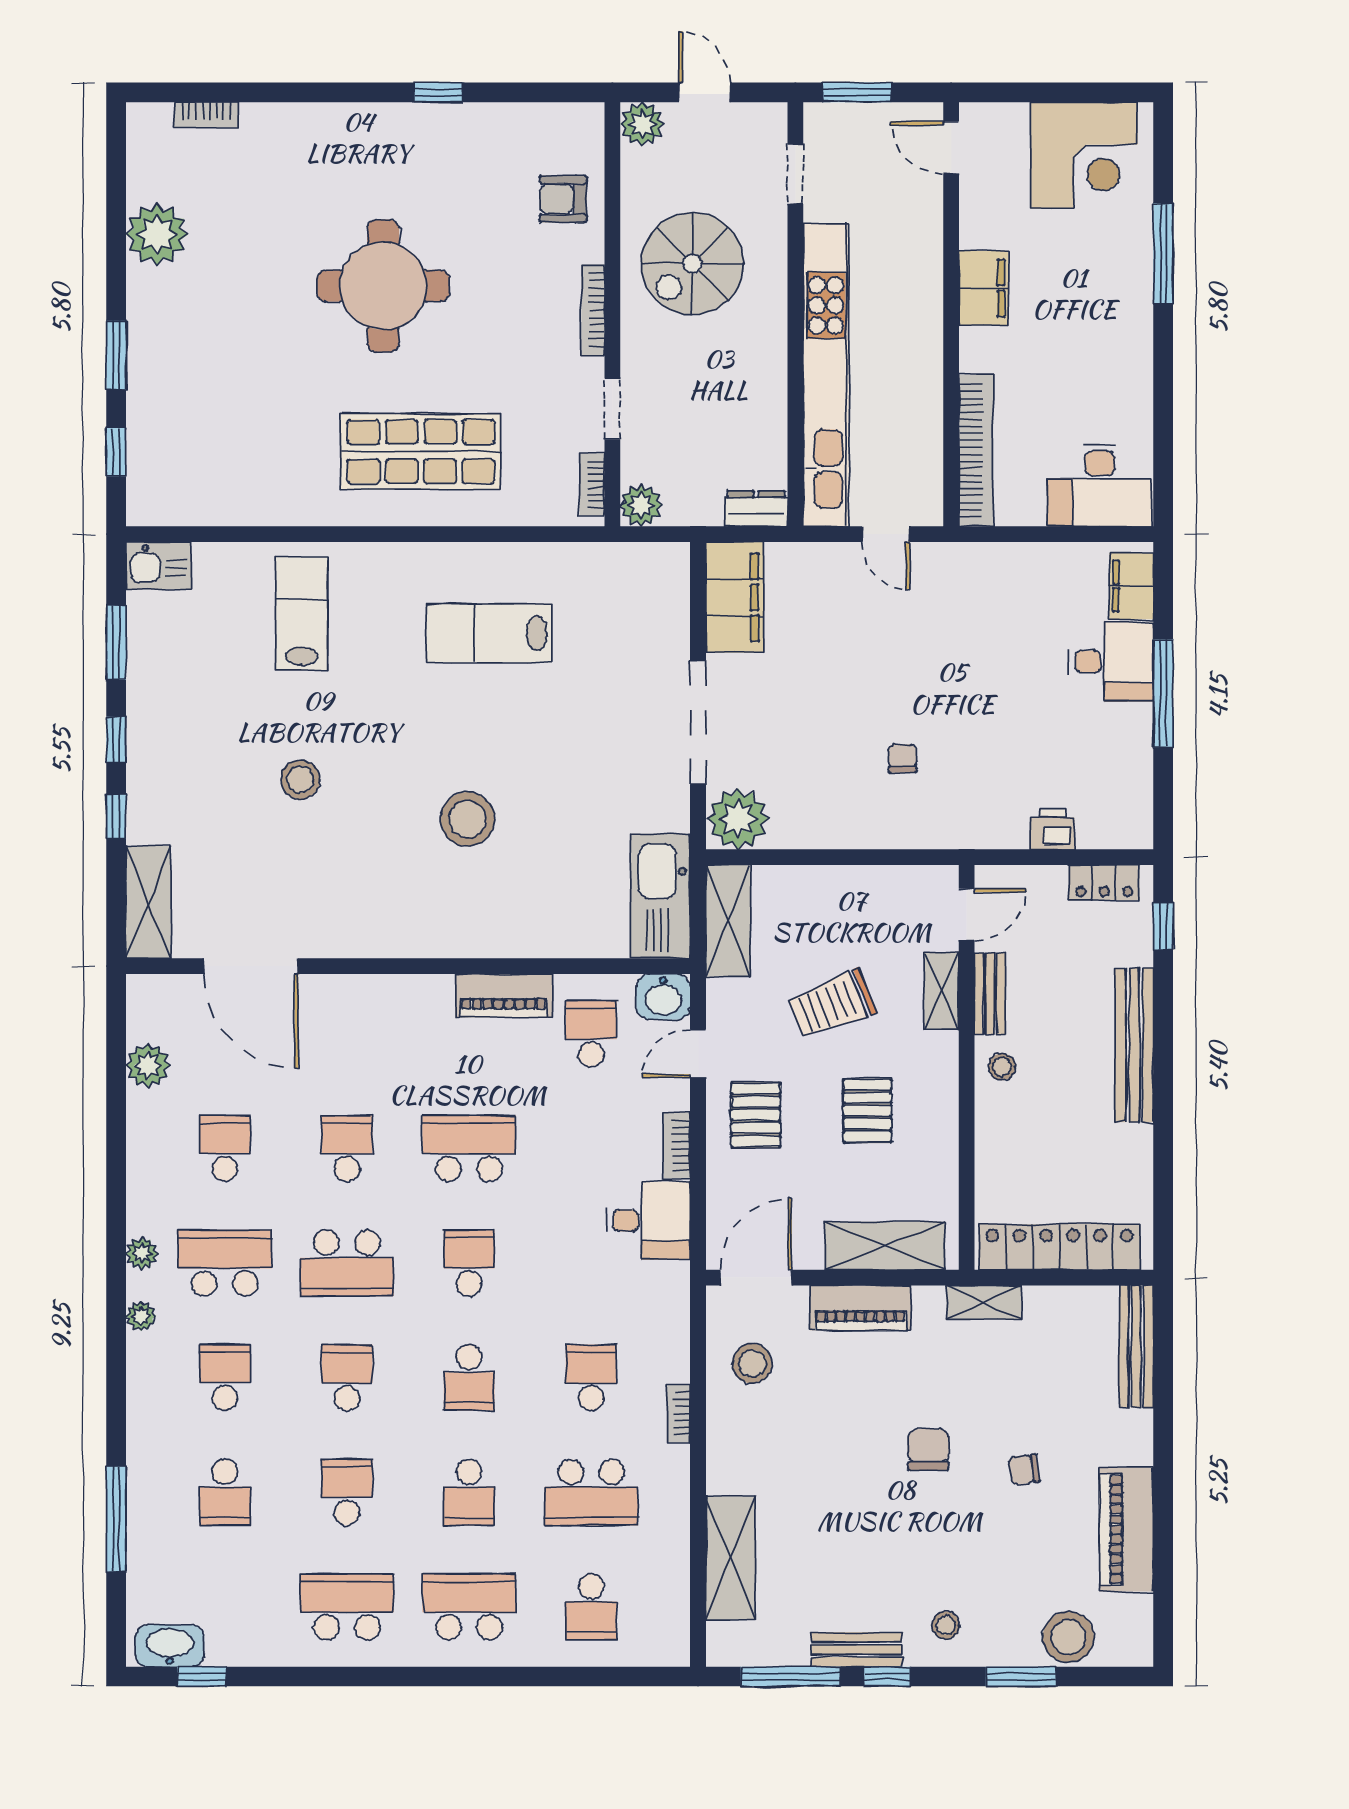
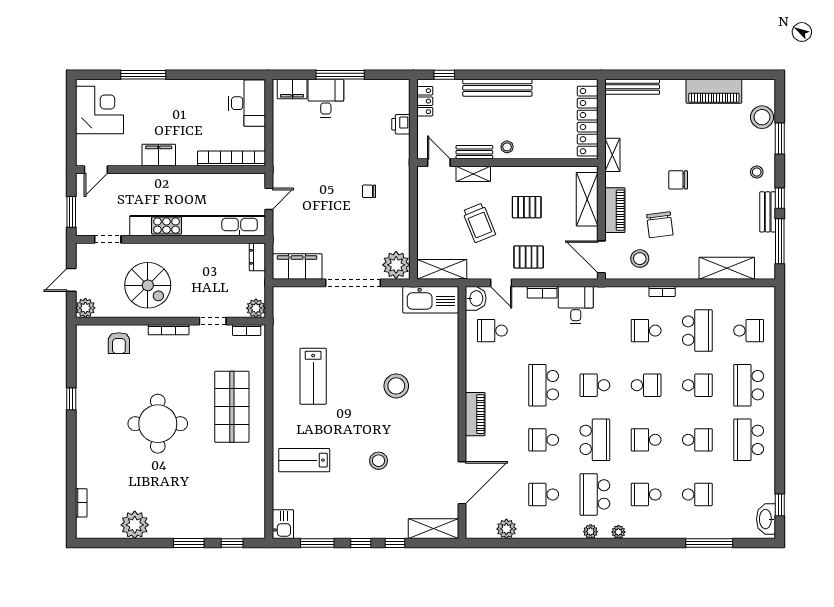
piano: (504, 996) -> (475, 414), moved
chair: (1024, 1470) -> (660, 225), moved, width x1.87, depth x1.87
school desk: (347, 1492) -> (697, 440), turned 180

